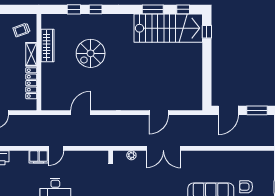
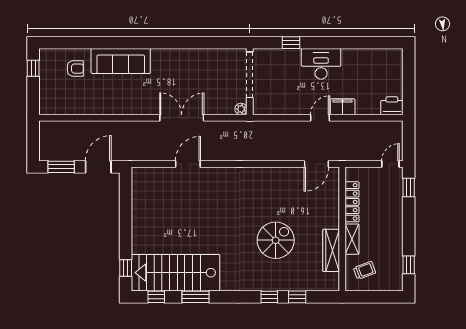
door: (80, 113) -> (316, 164), moved
plant: (131, 155) -> (241, 109), moved

